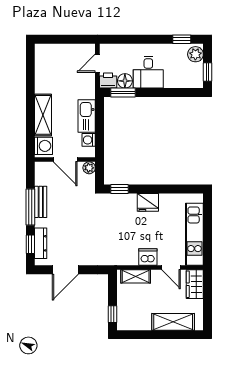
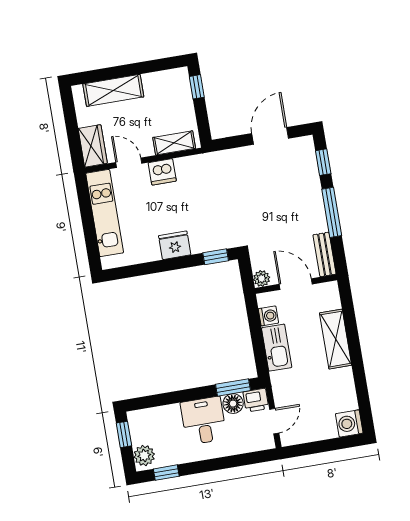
washing machine: (44, 146) -> (349, 423), moved
bench: (41, 202) -> (325, 254), moved
dresser: (41, 243) -> (309, 166), removed

